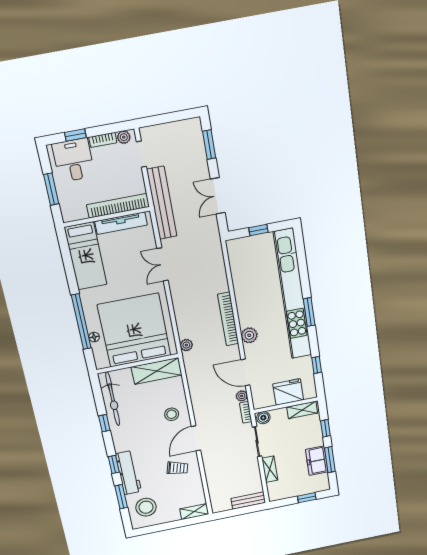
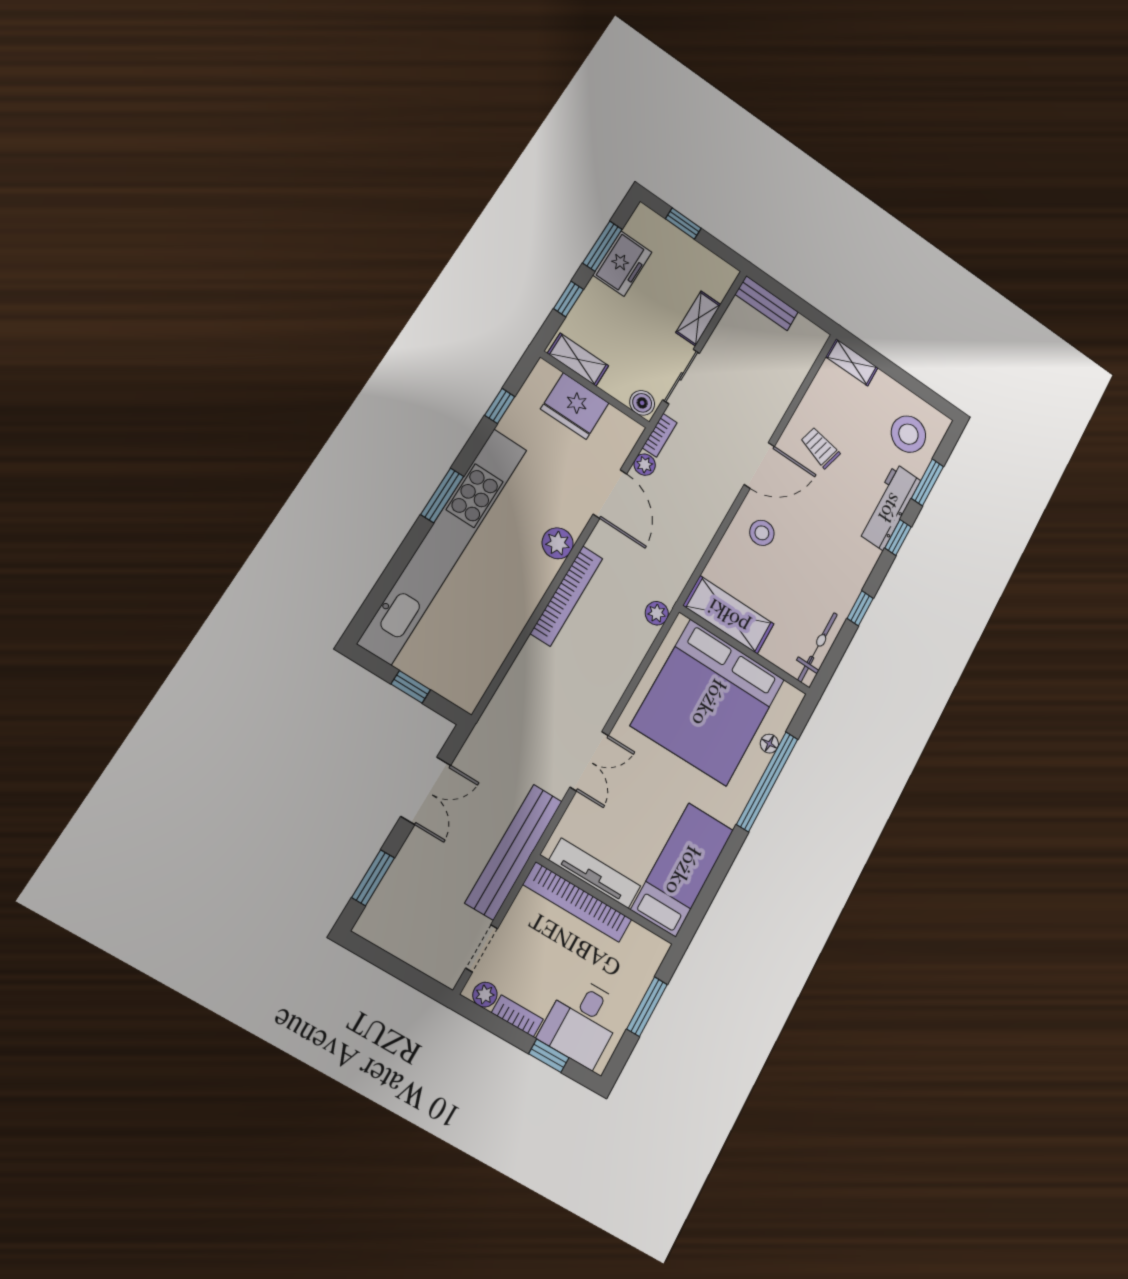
bicycle: (113, 399) -> (818, 647), width x0.73, depth x0.71

